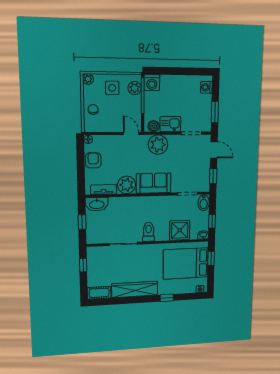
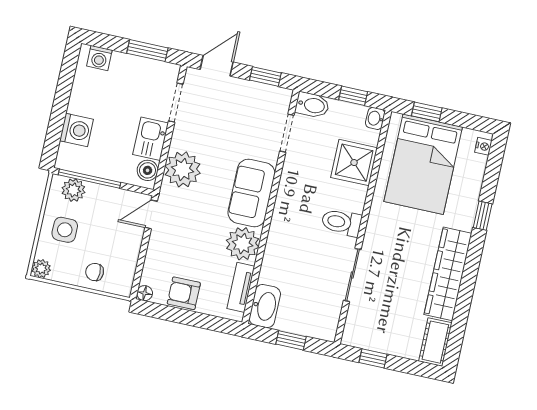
washing machine: (152, 83) -> (76, 130), moved

